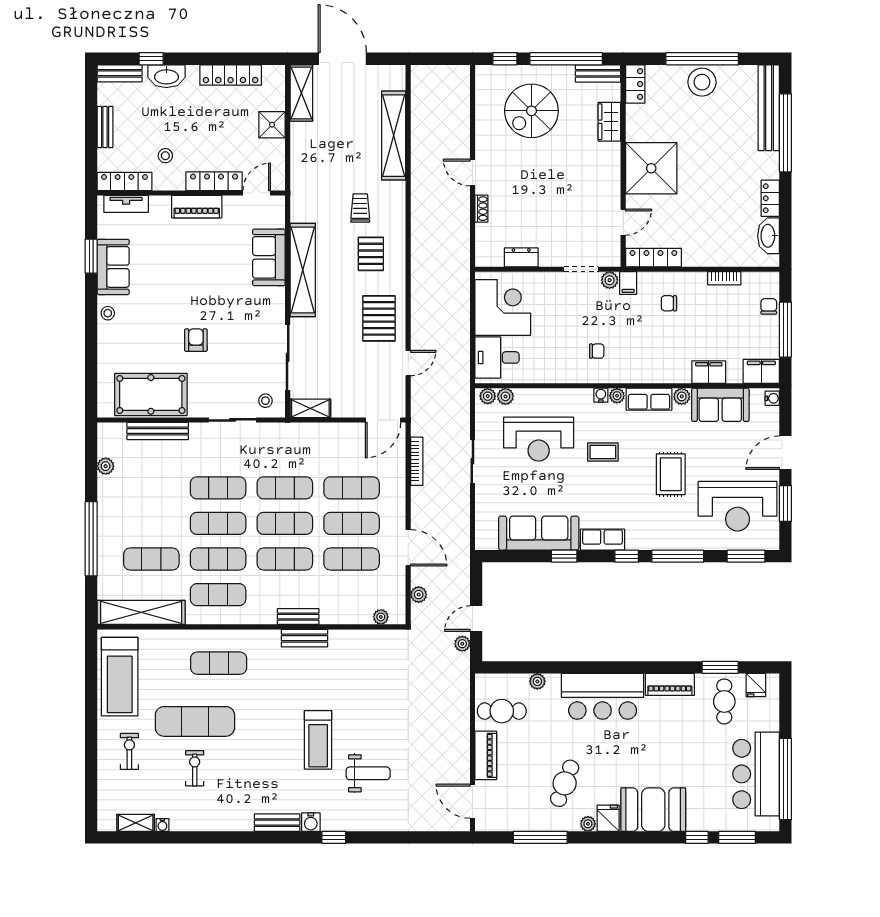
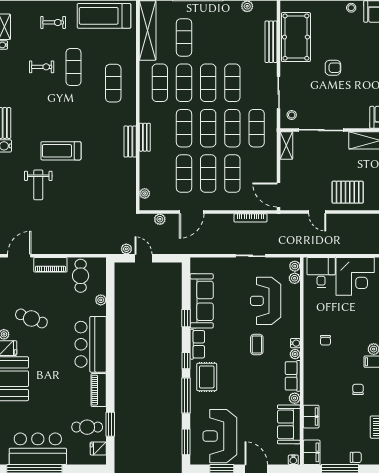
exercise mat: (285, 452) -> (257, 128), added
rug: (671, 474) -> (207, 377), moved, turned 90
exercise mat: (195, 721) -> (74, 67), width x0.73, depth x0.69

